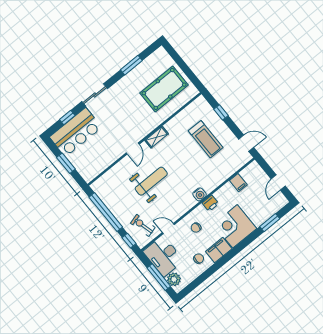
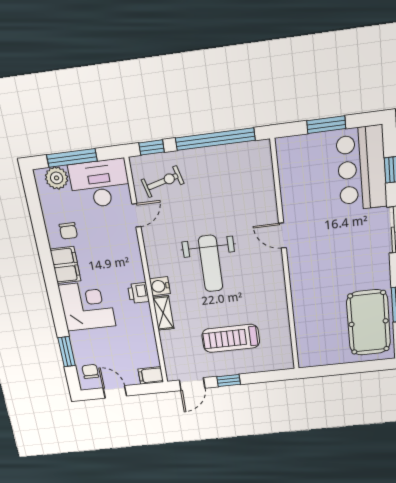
pool table: (164, 89) -> (369, 323), moved
window: (221, 112) -> (229, 380), moved
shelving: (157, 137) -> (163, 313), moved
weight bench: (151, 181) -> (211, 264), moved
filing cabinet: (238, 183) -> (151, 375), moved
chair: (196, 228) -> (90, 371), moved

